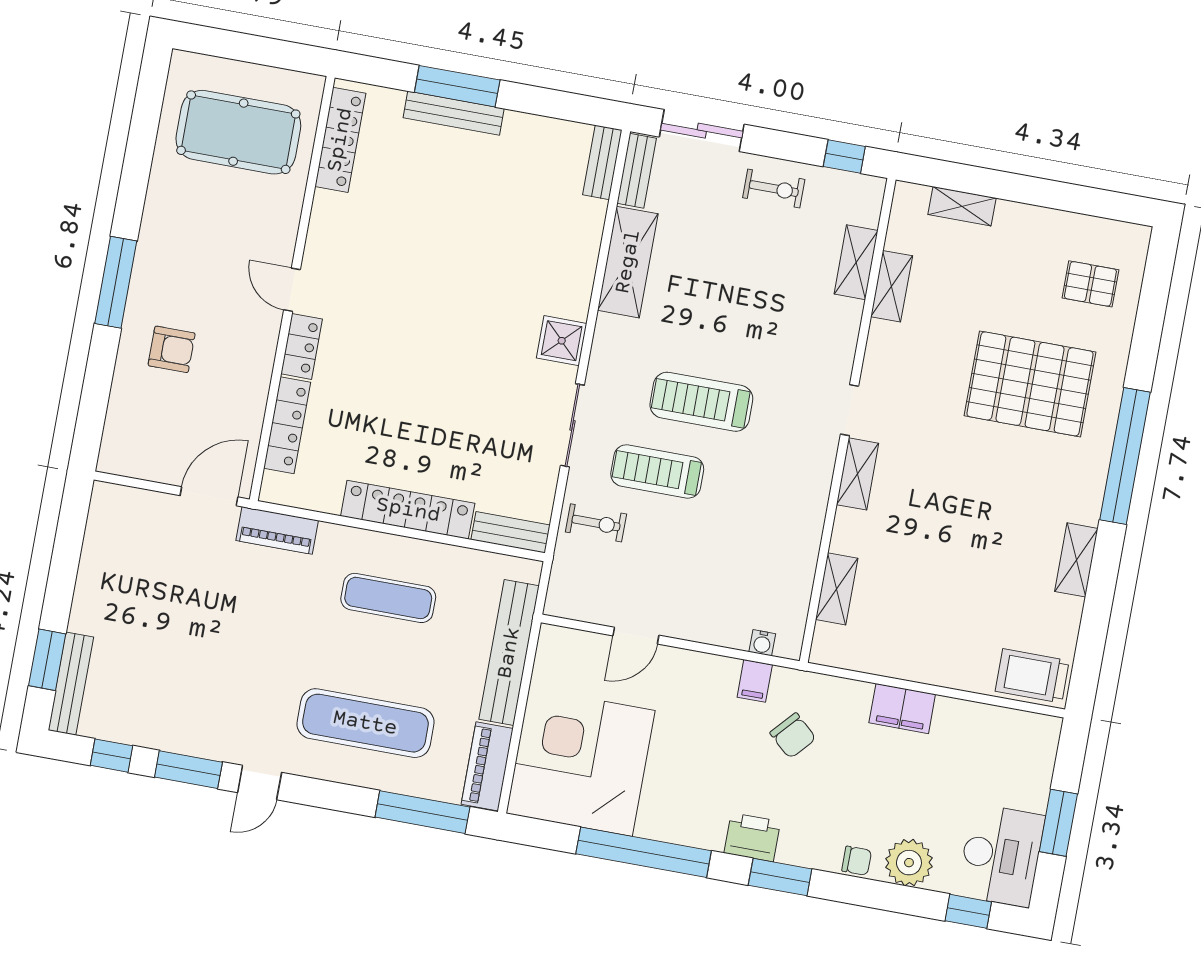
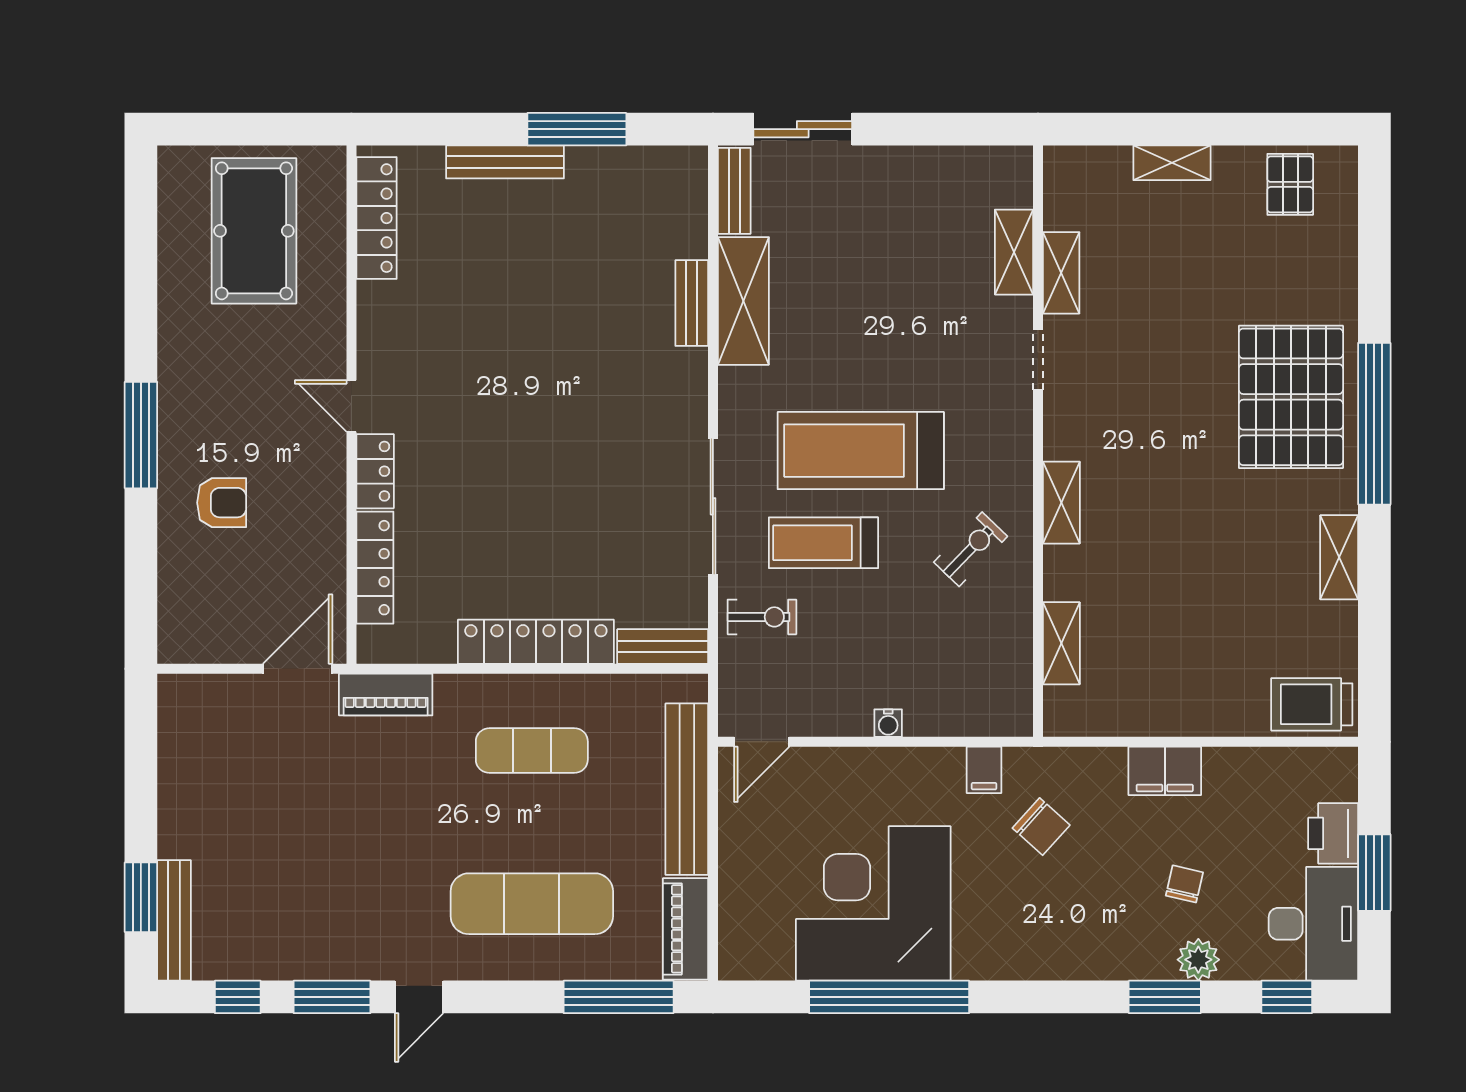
window: (457, 86) -> (577, 129), moved
pool table: (238, 132) -> (254, 231), turned 90
window: (844, 157) -> (977, 129), removed
bench: (602, 162) -> (692, 303), moved
exercise bike: (774, 189) -> (971, 549), moved, turned -46
shelving: (962, 206) -> (1172, 163), moved
pallet: (1090, 284) -> (1290, 184), moved, turned 90
shower: (562, 341) -> (682, 408), removed
pallet: (1030, 384) -> (1291, 397), moved, turned 90
treadmill: (701, 402) -> (861, 451), width x1.37, depth x1.38
doorway: (849, 410) -> (1038, 359), moved
sliding door: (572, 425) -> (713, 506), width x1.37
door: (636, 636) -> (762, 742), moved
water cooler: (762, 643) -> (888, 723), moved
corner desk: (581, 762) -> (873, 903), moved
printer: (752, 837) -> (1333, 833), moved, turned -90
chair: (857, 861) -> (1184, 884), moved, turned -77
plant: (909, 863) -> (1198, 960), width x0.73, depth x0.73
window: (780, 877) -> (1165, 997), moved

